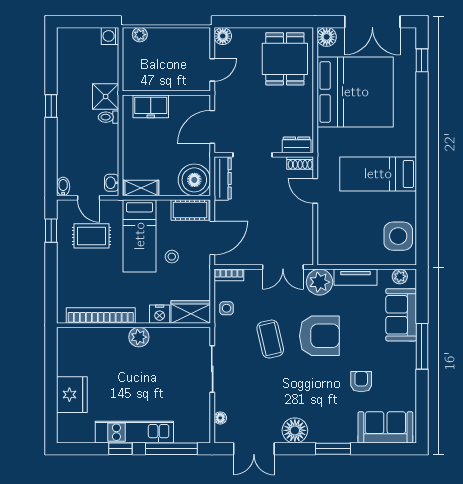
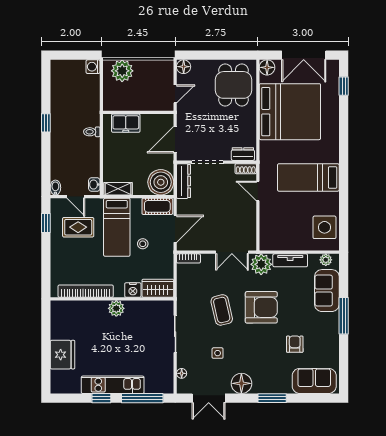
plant: (140, 35) -> (122, 71), width x1.88, depth x1.88
shower: (106, 96) -> (90, 115), removed
side table: (227, 308) -> (218, 353), moved

